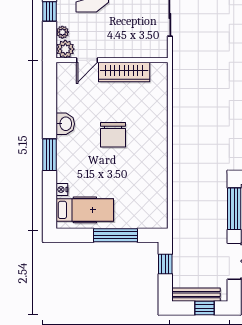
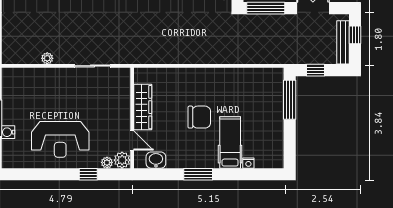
washbasin: (65, 124) -> (156, 160), moved
window: (49, 155) -> (198, 174), moved
hospital bed: (85, 210) -> (230, 142), moved
window: (115, 235) -> (290, 100), moved

